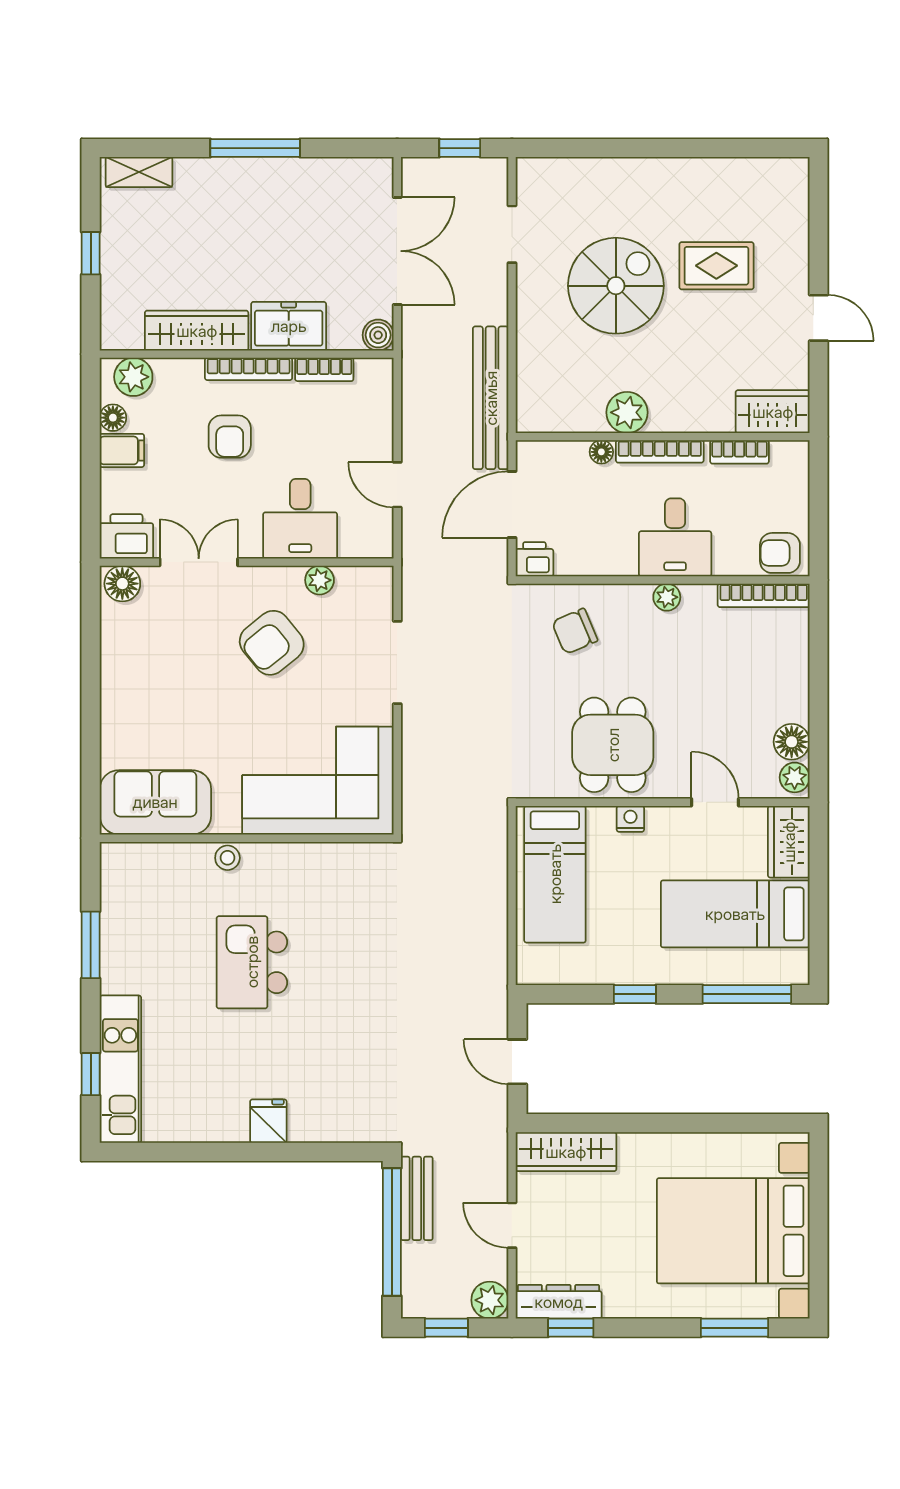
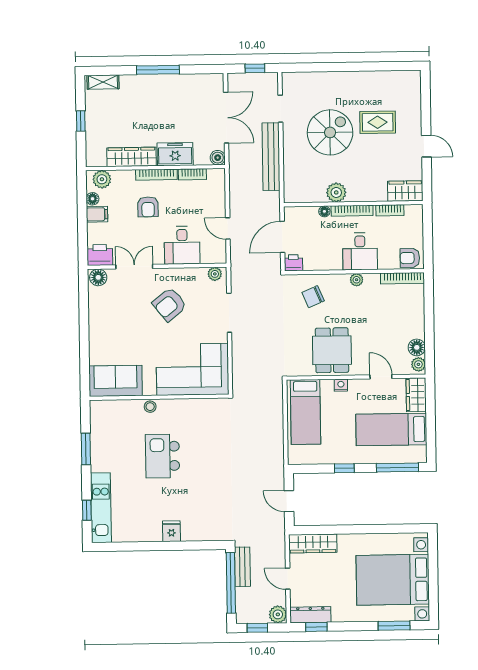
bench: (491, 398) -> (271, 157), moved
plant: (320, 580) -> (215, 274), moved

